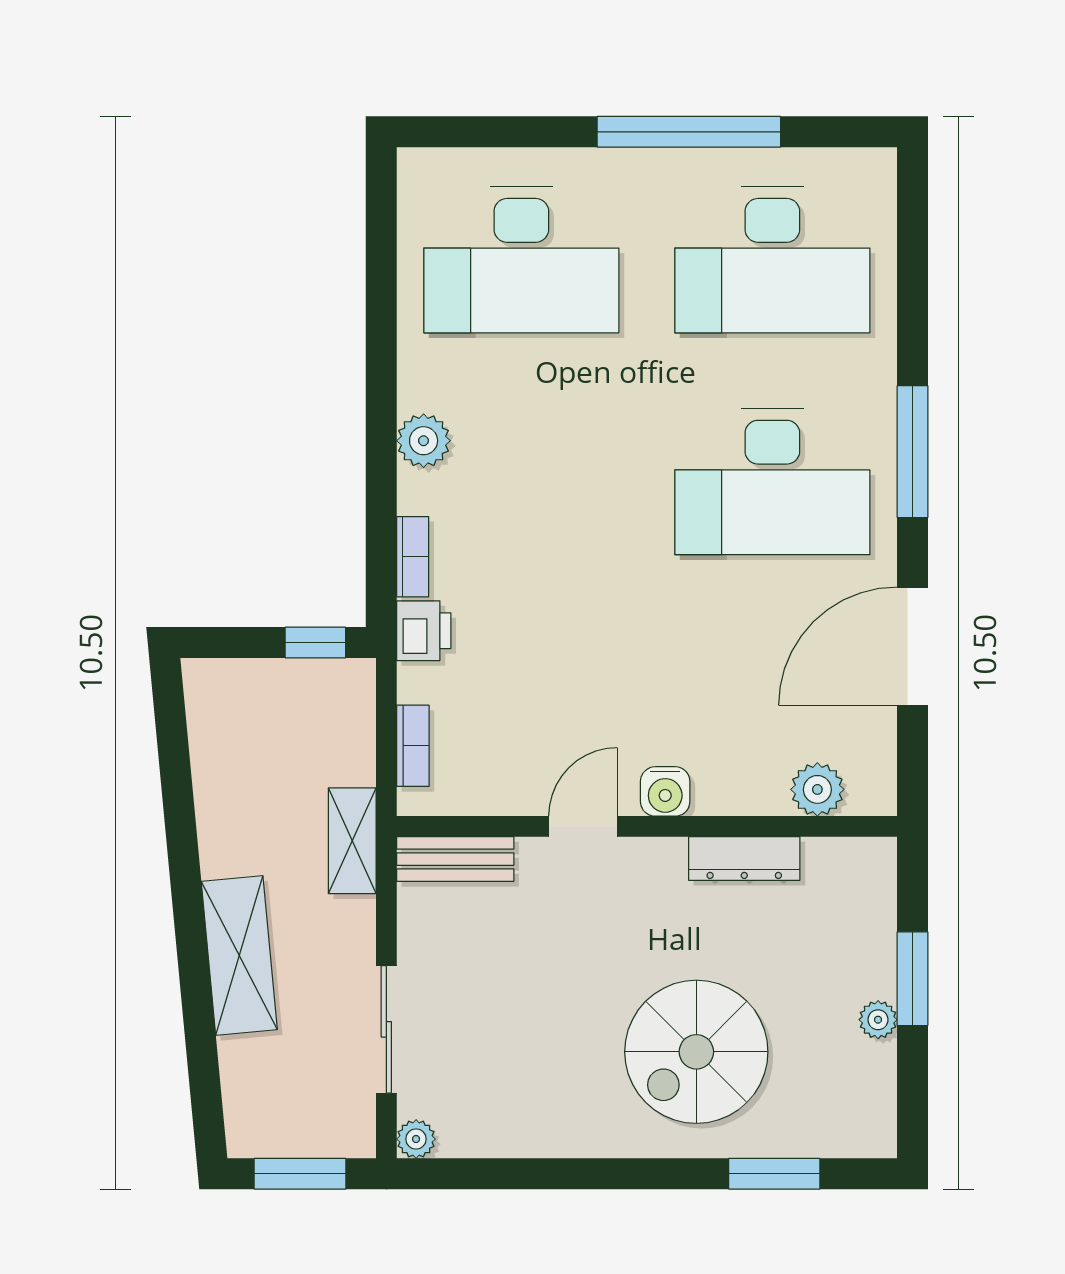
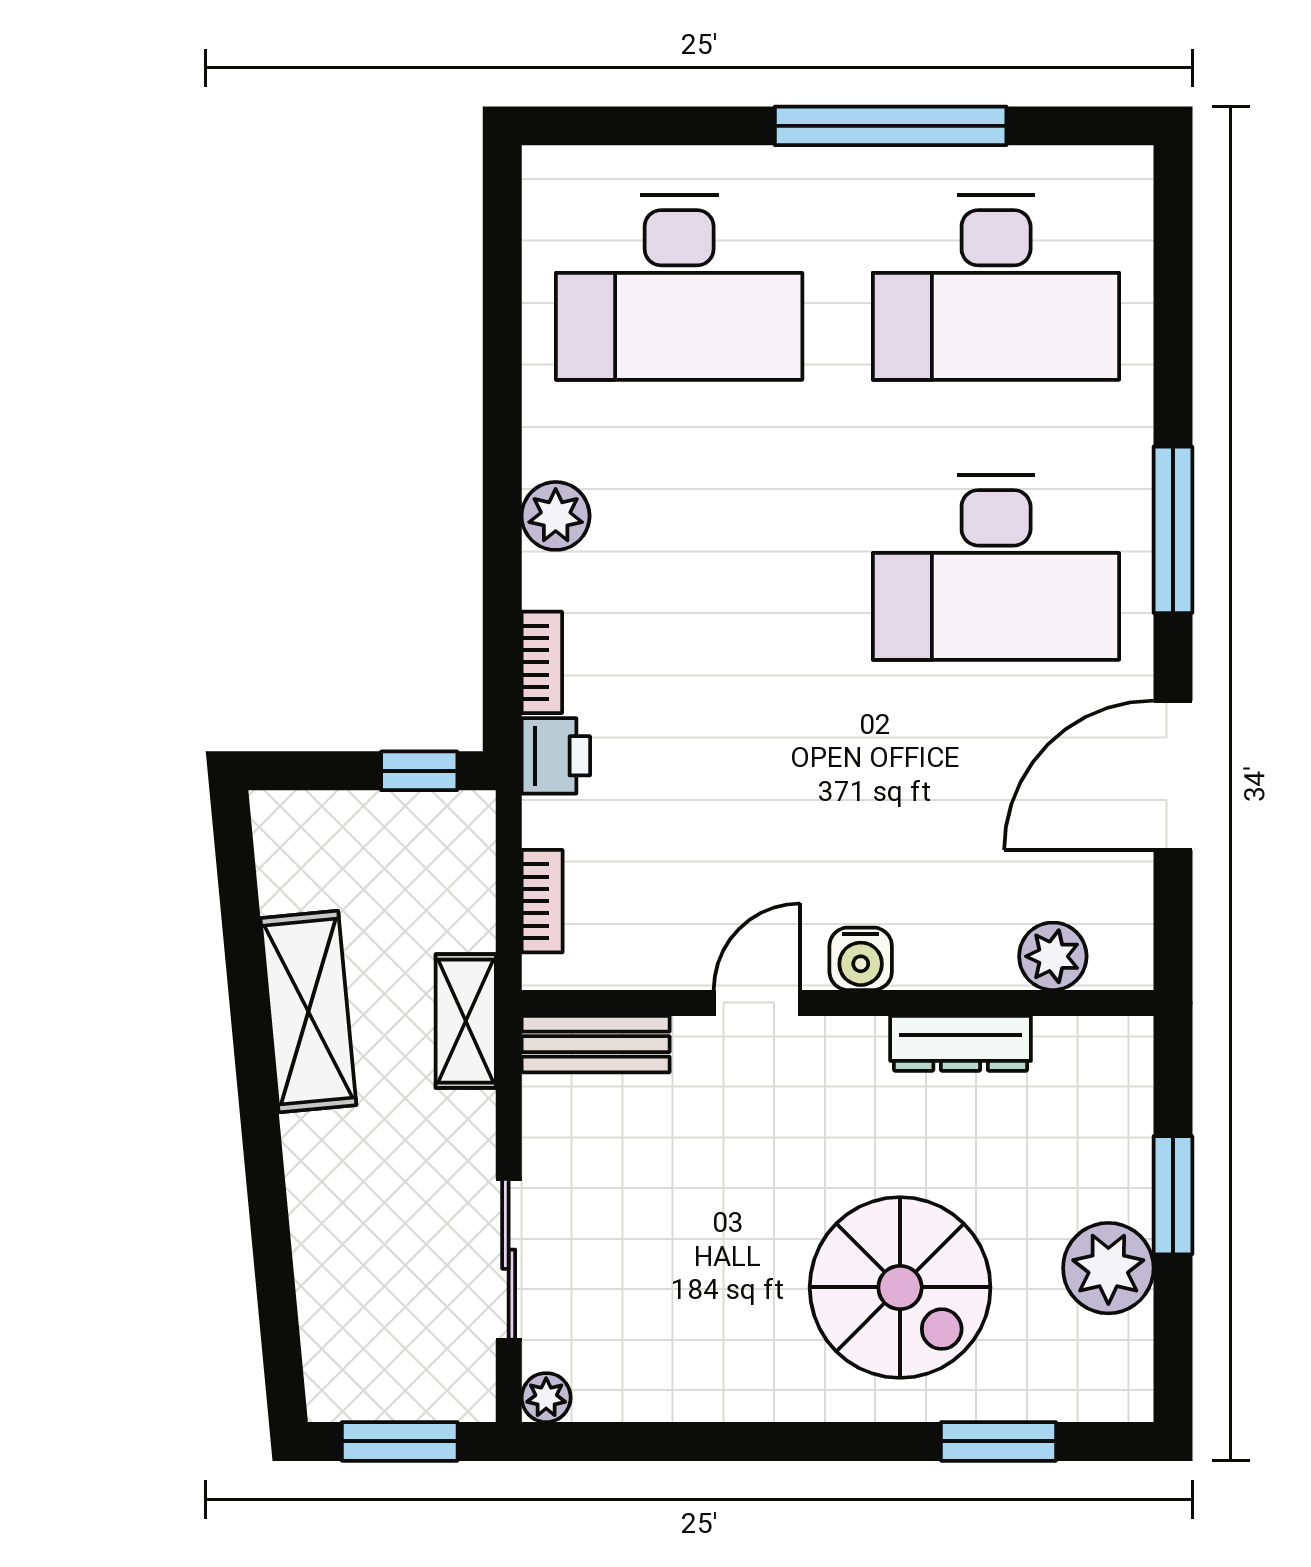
shelving: (239, 956) -> (308, 1012), moved
plant: (878, 1020) -> (1108, 1268), width x1.87, depth x1.87
spiral stairs: (696, 1052) -> (900, 1287), turned -90

